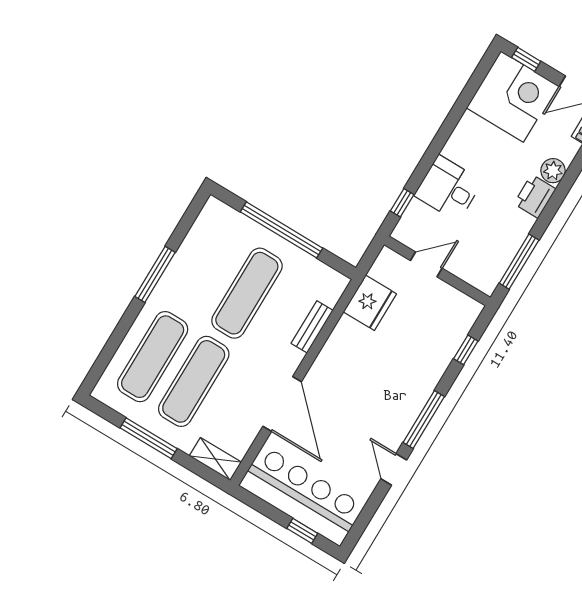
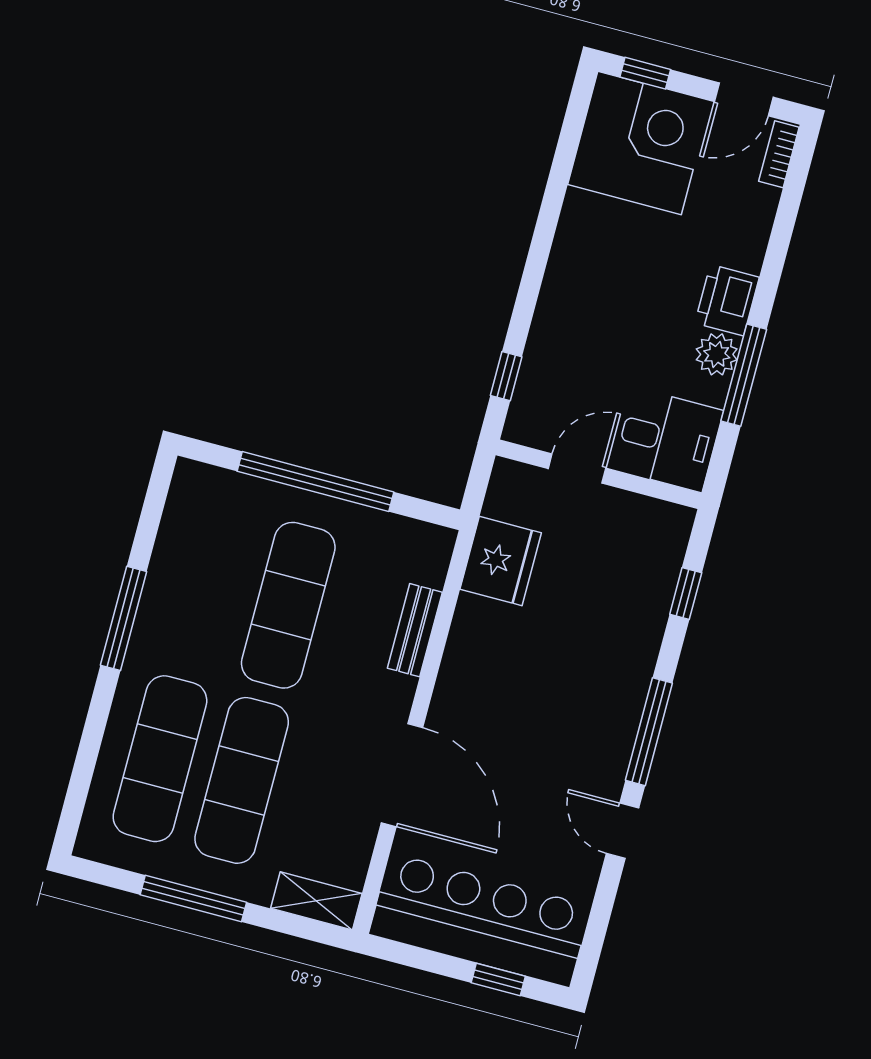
plant: (553, 171) -> (717, 354), moved
desk: (448, 188) -> (668, 440), moved, turned 180
window: (519, 262) -> (744, 375), moved

